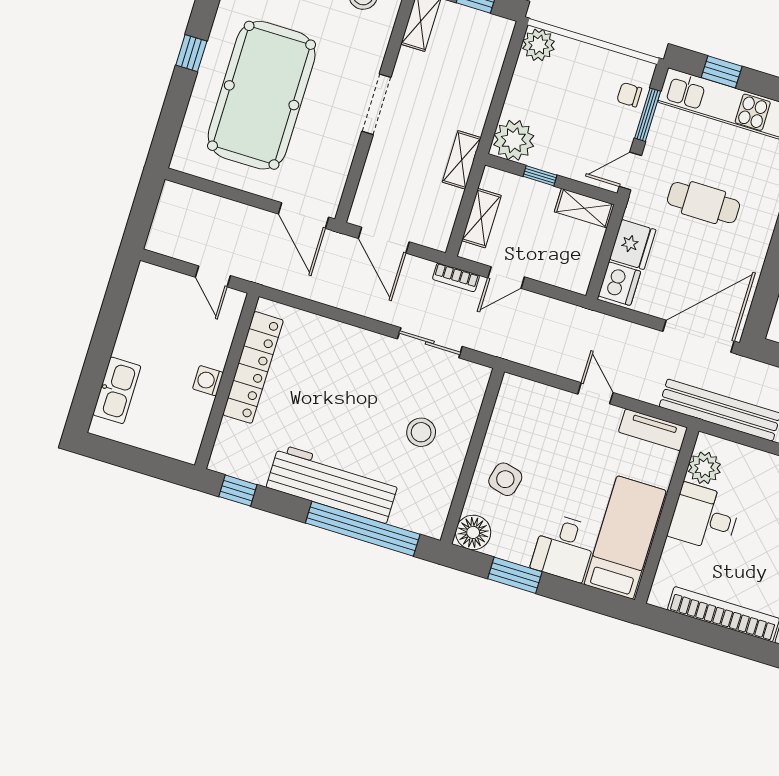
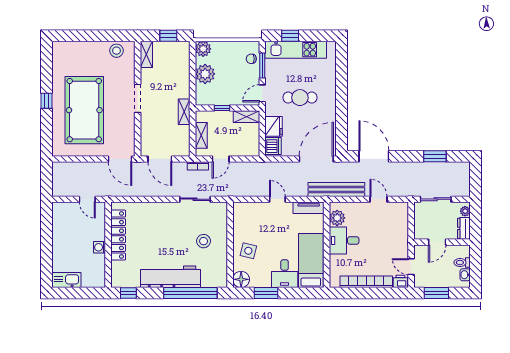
plant: (514, 140) -> (205, 74), moved
kitchen sink: (117, 390) -> (66, 280), moved, turned -90

